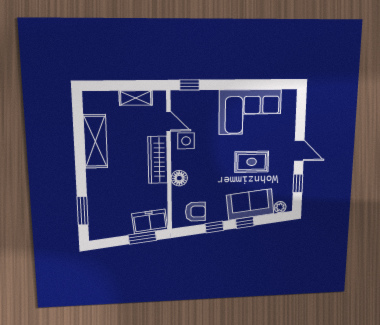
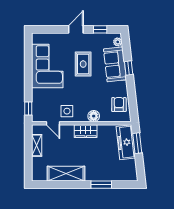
door: (169, 121) -> (53, 123), swing flipped
wardrobe: (158, 160) -> (86, 131), width x0.67
window: (83, 211) -> (101, 185), moved
freezer: (150, 222) -> (126, 142), width x1.40
window: (214, 227) -> (131, 91), removed

